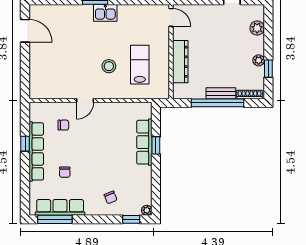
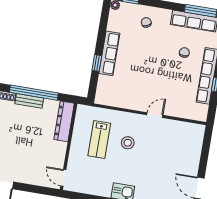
dresser: (180, 62) -> (64, 121), moved
chair: (63, 125) -> (178, 96), removed
row of seats: (144, 142) -> (109, 53), moved

